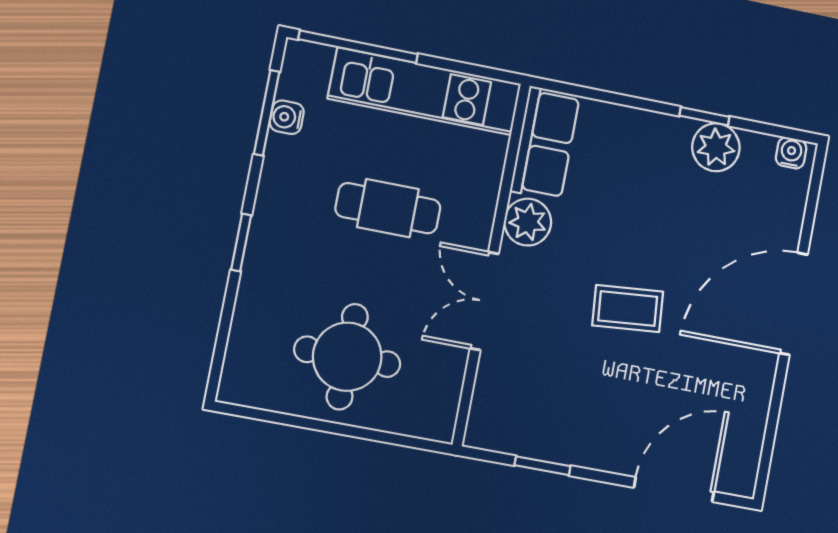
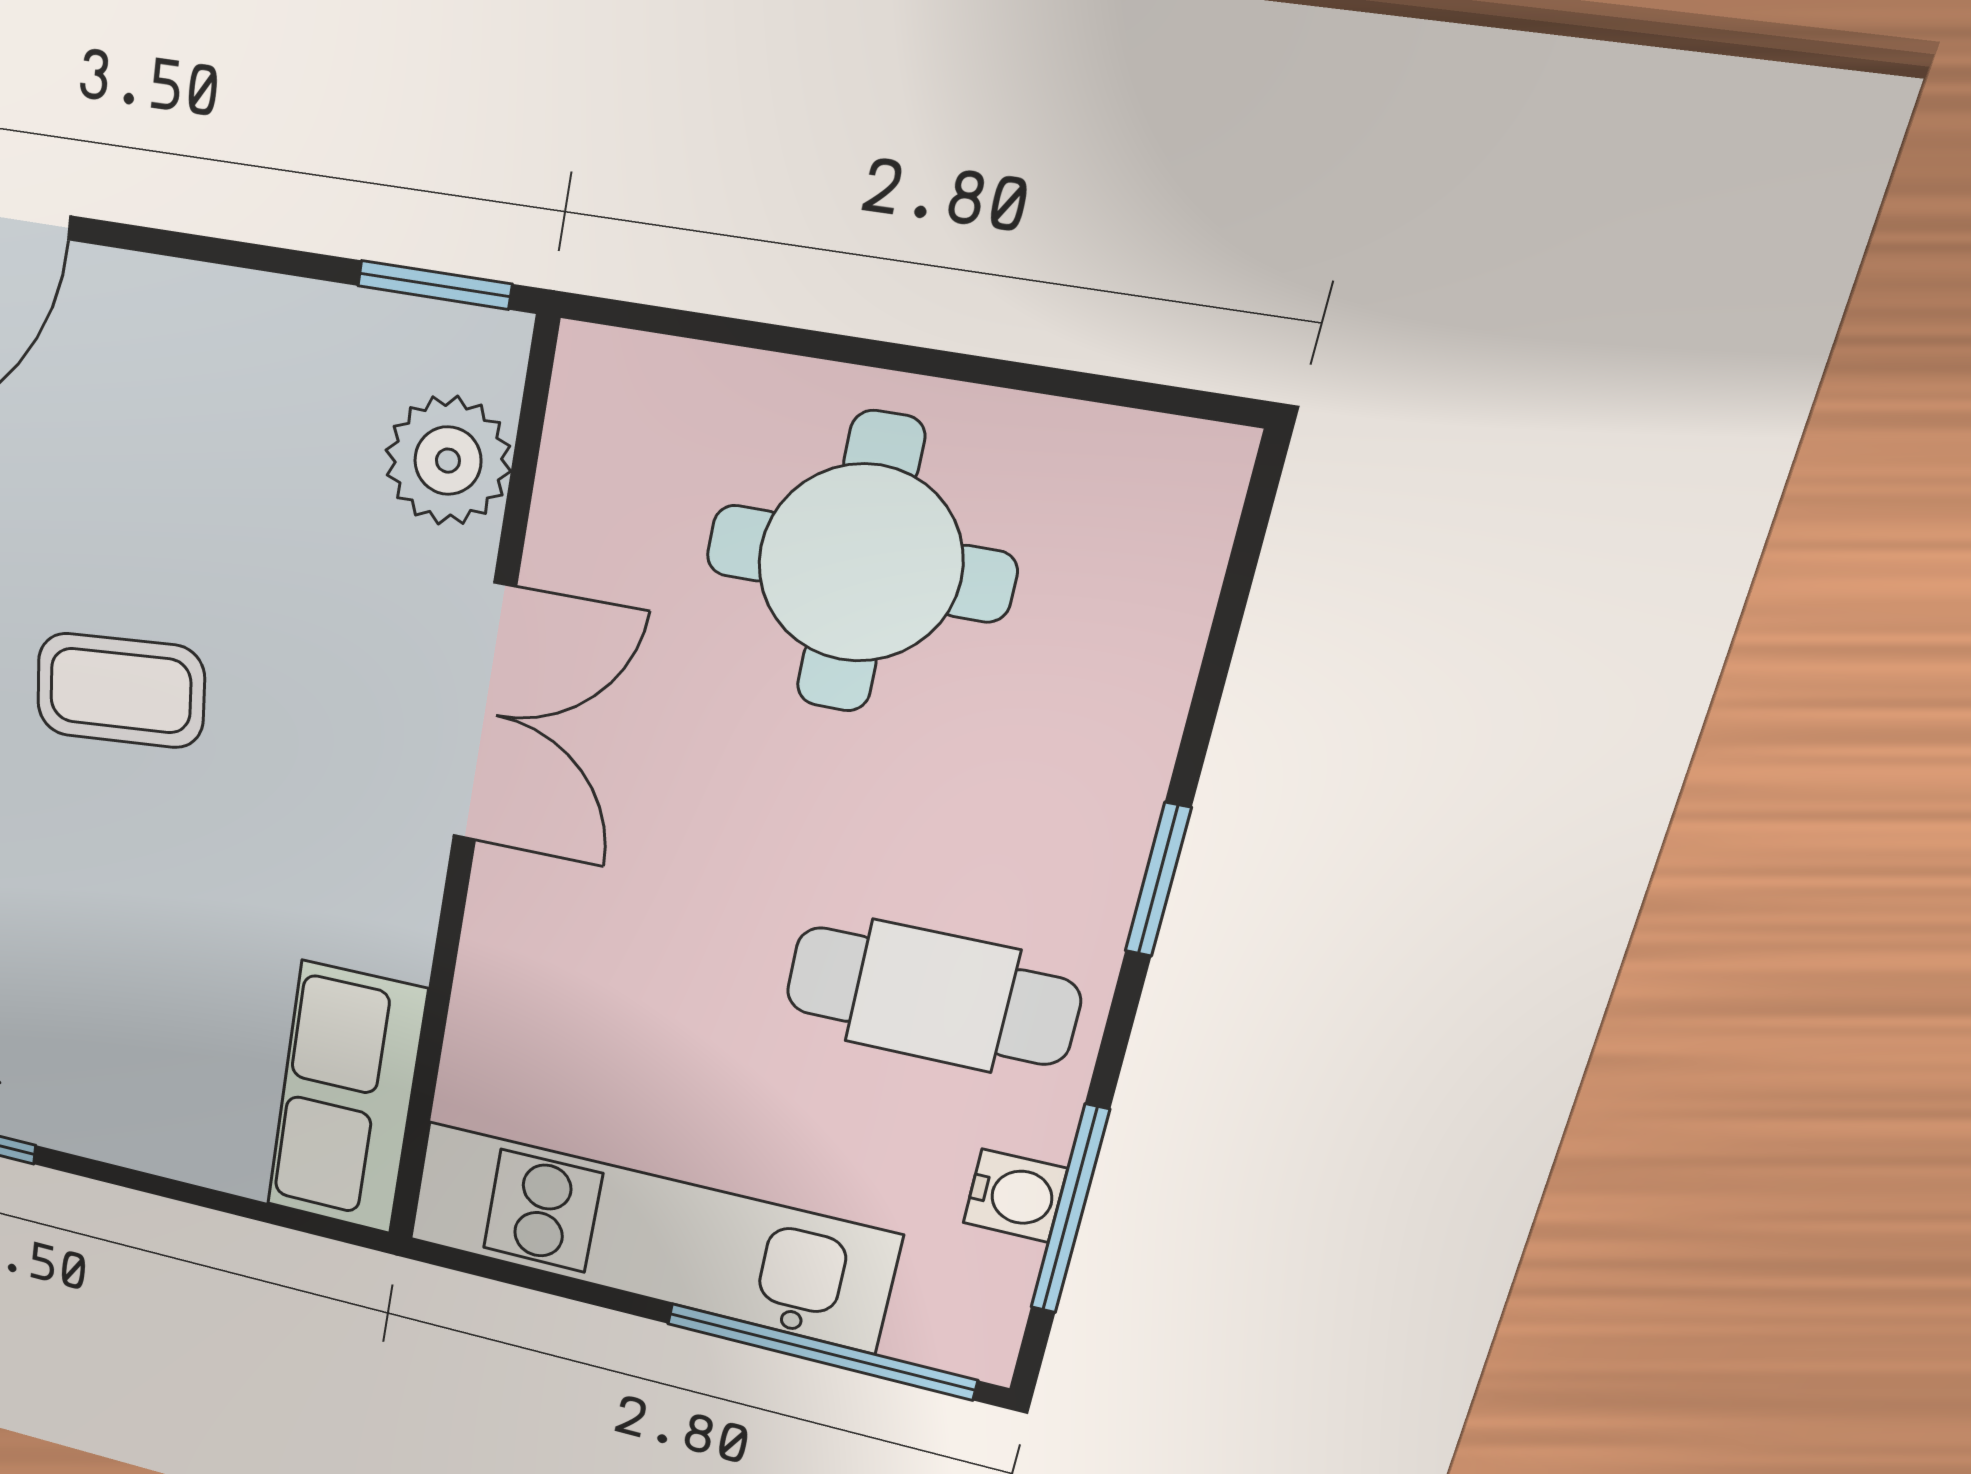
cafe table: (388, 208) -> (932, 996), moved
plant: (528, 222) -> (448, 461), moved
window: (542, 466) -> (435, 285), moved

